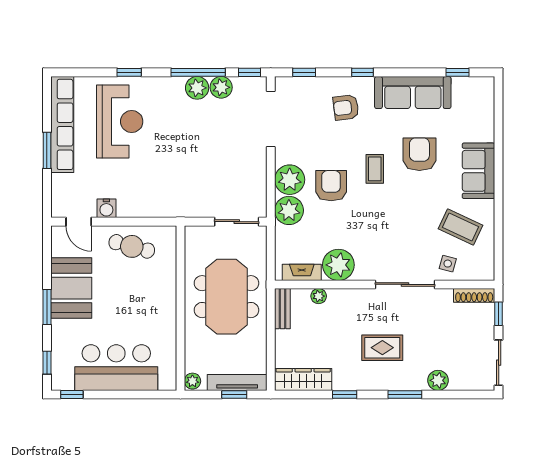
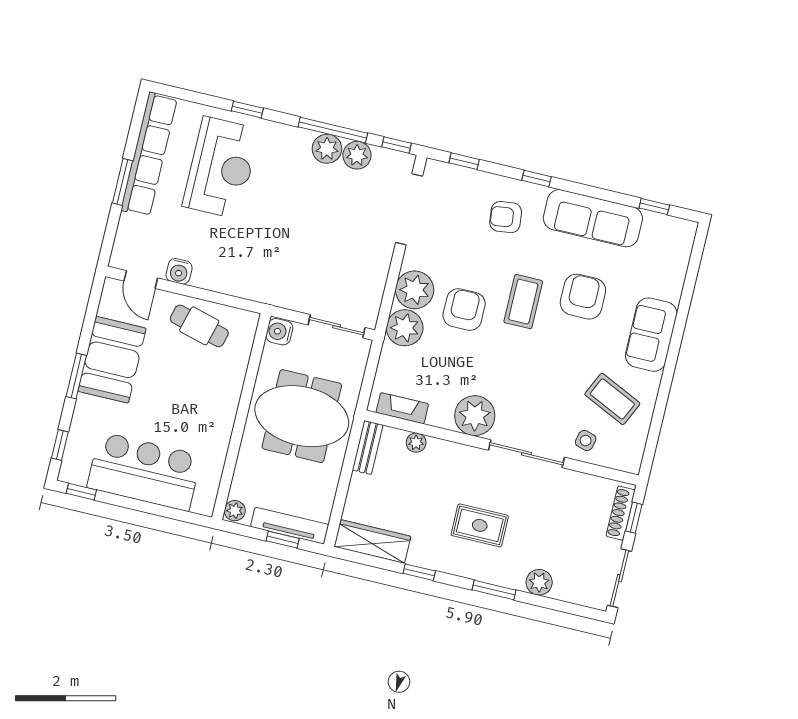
coffee table: (375, 169) -> (523, 302), width x1.36, depth x1.30
water cooler: (194, 236) -> (279, 332), added
plant: (338, 265) -> (475, 416), moved
shoe rack: (474, 295) -> (621, 513), moved, turned 90
meeting table: (226, 297) -> (302, 416), turned 90

